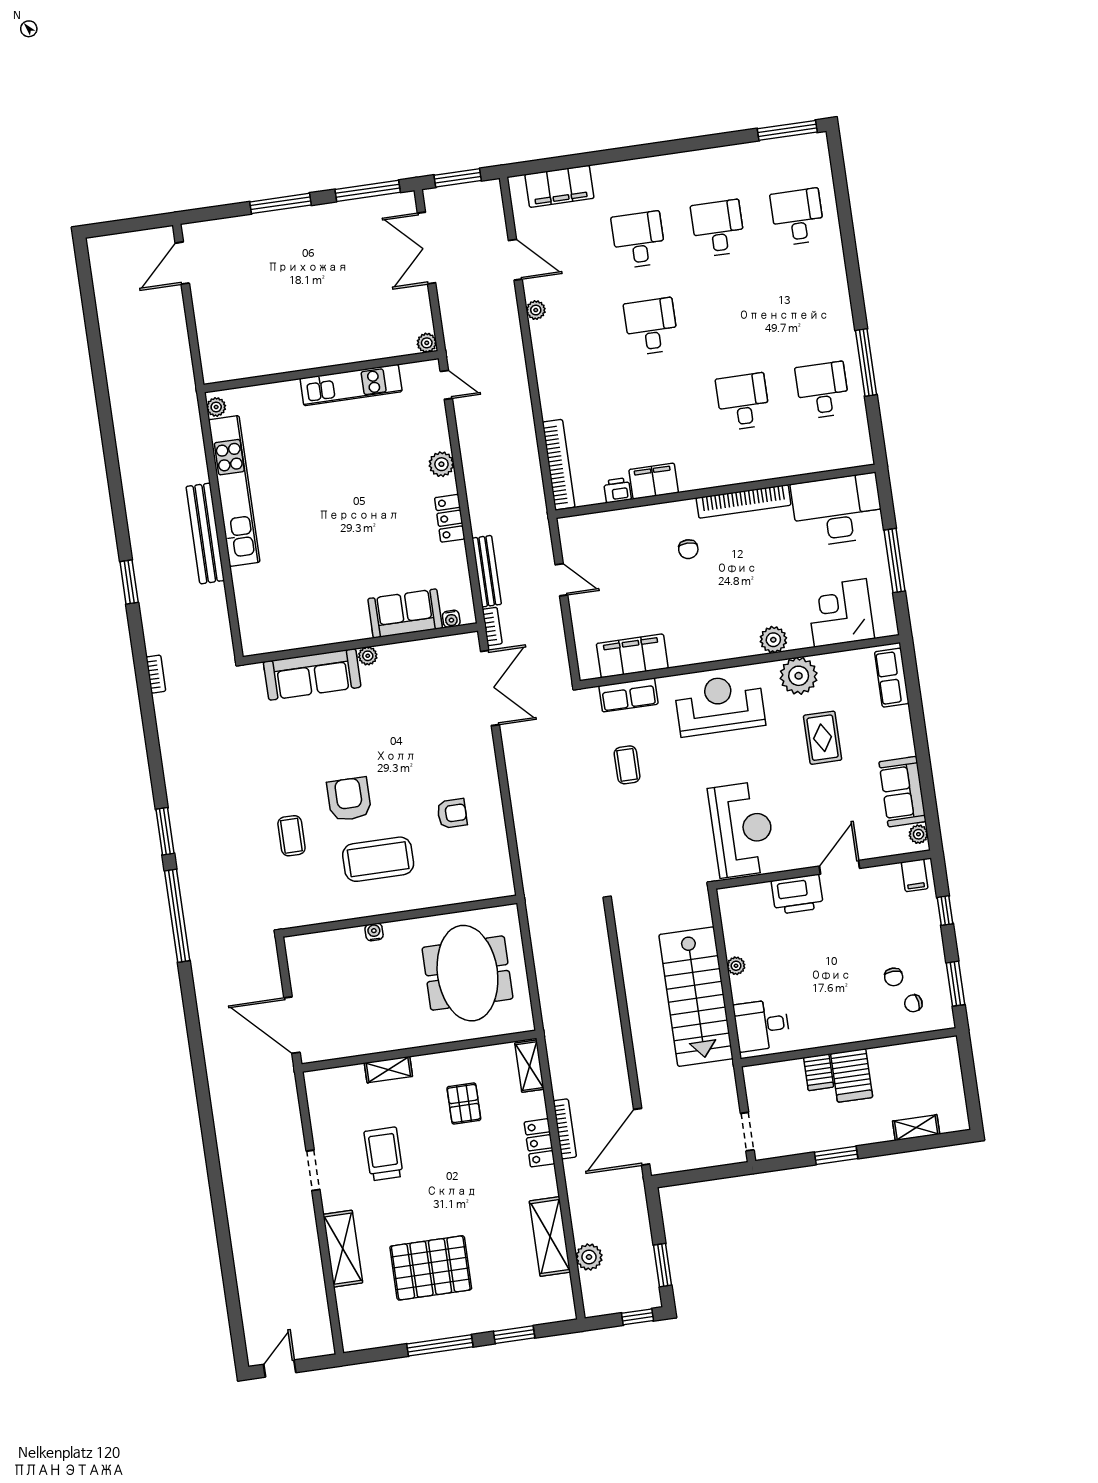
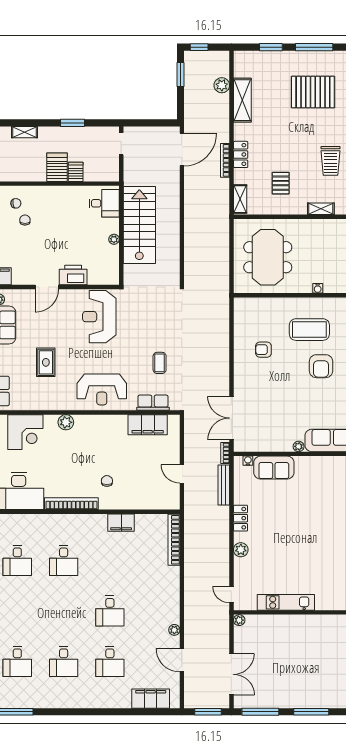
printer: (617, 490) -> (143, 520), removed
plant: (799, 676) -> (54, 400), removed

